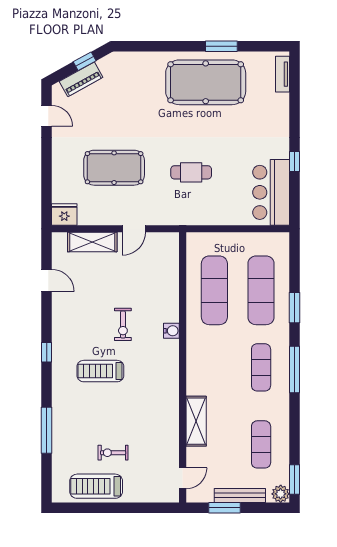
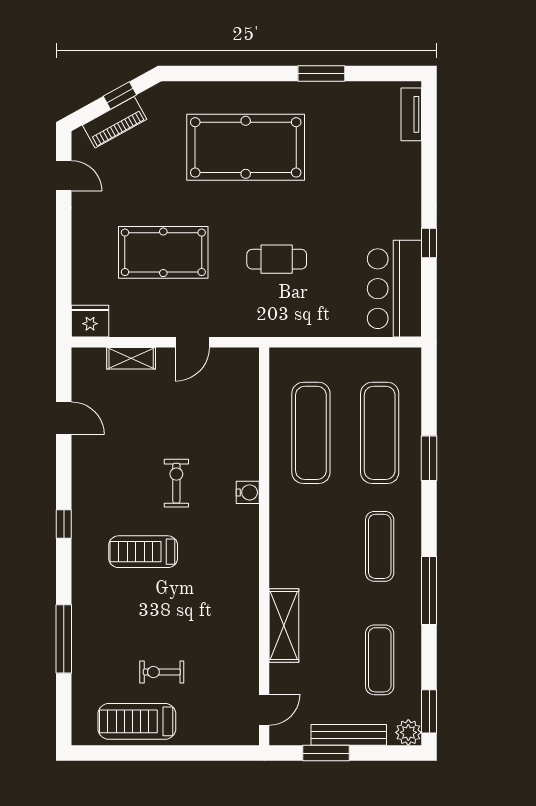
pool table: (206, 82) -> (246, 147), moved
shelving: (92, 242) -> (131, 358), width x0.67, depth x0.75
exercise bike: (123, 324) -> (176, 483), turned 180
window: (295, 369) -> (429, 591), moved

